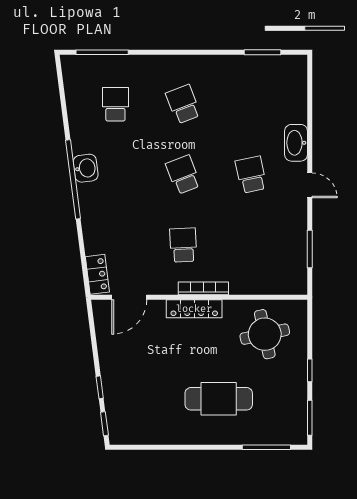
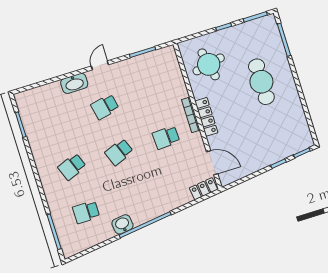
washbasin: (86, 168) -> (122, 224), moved

